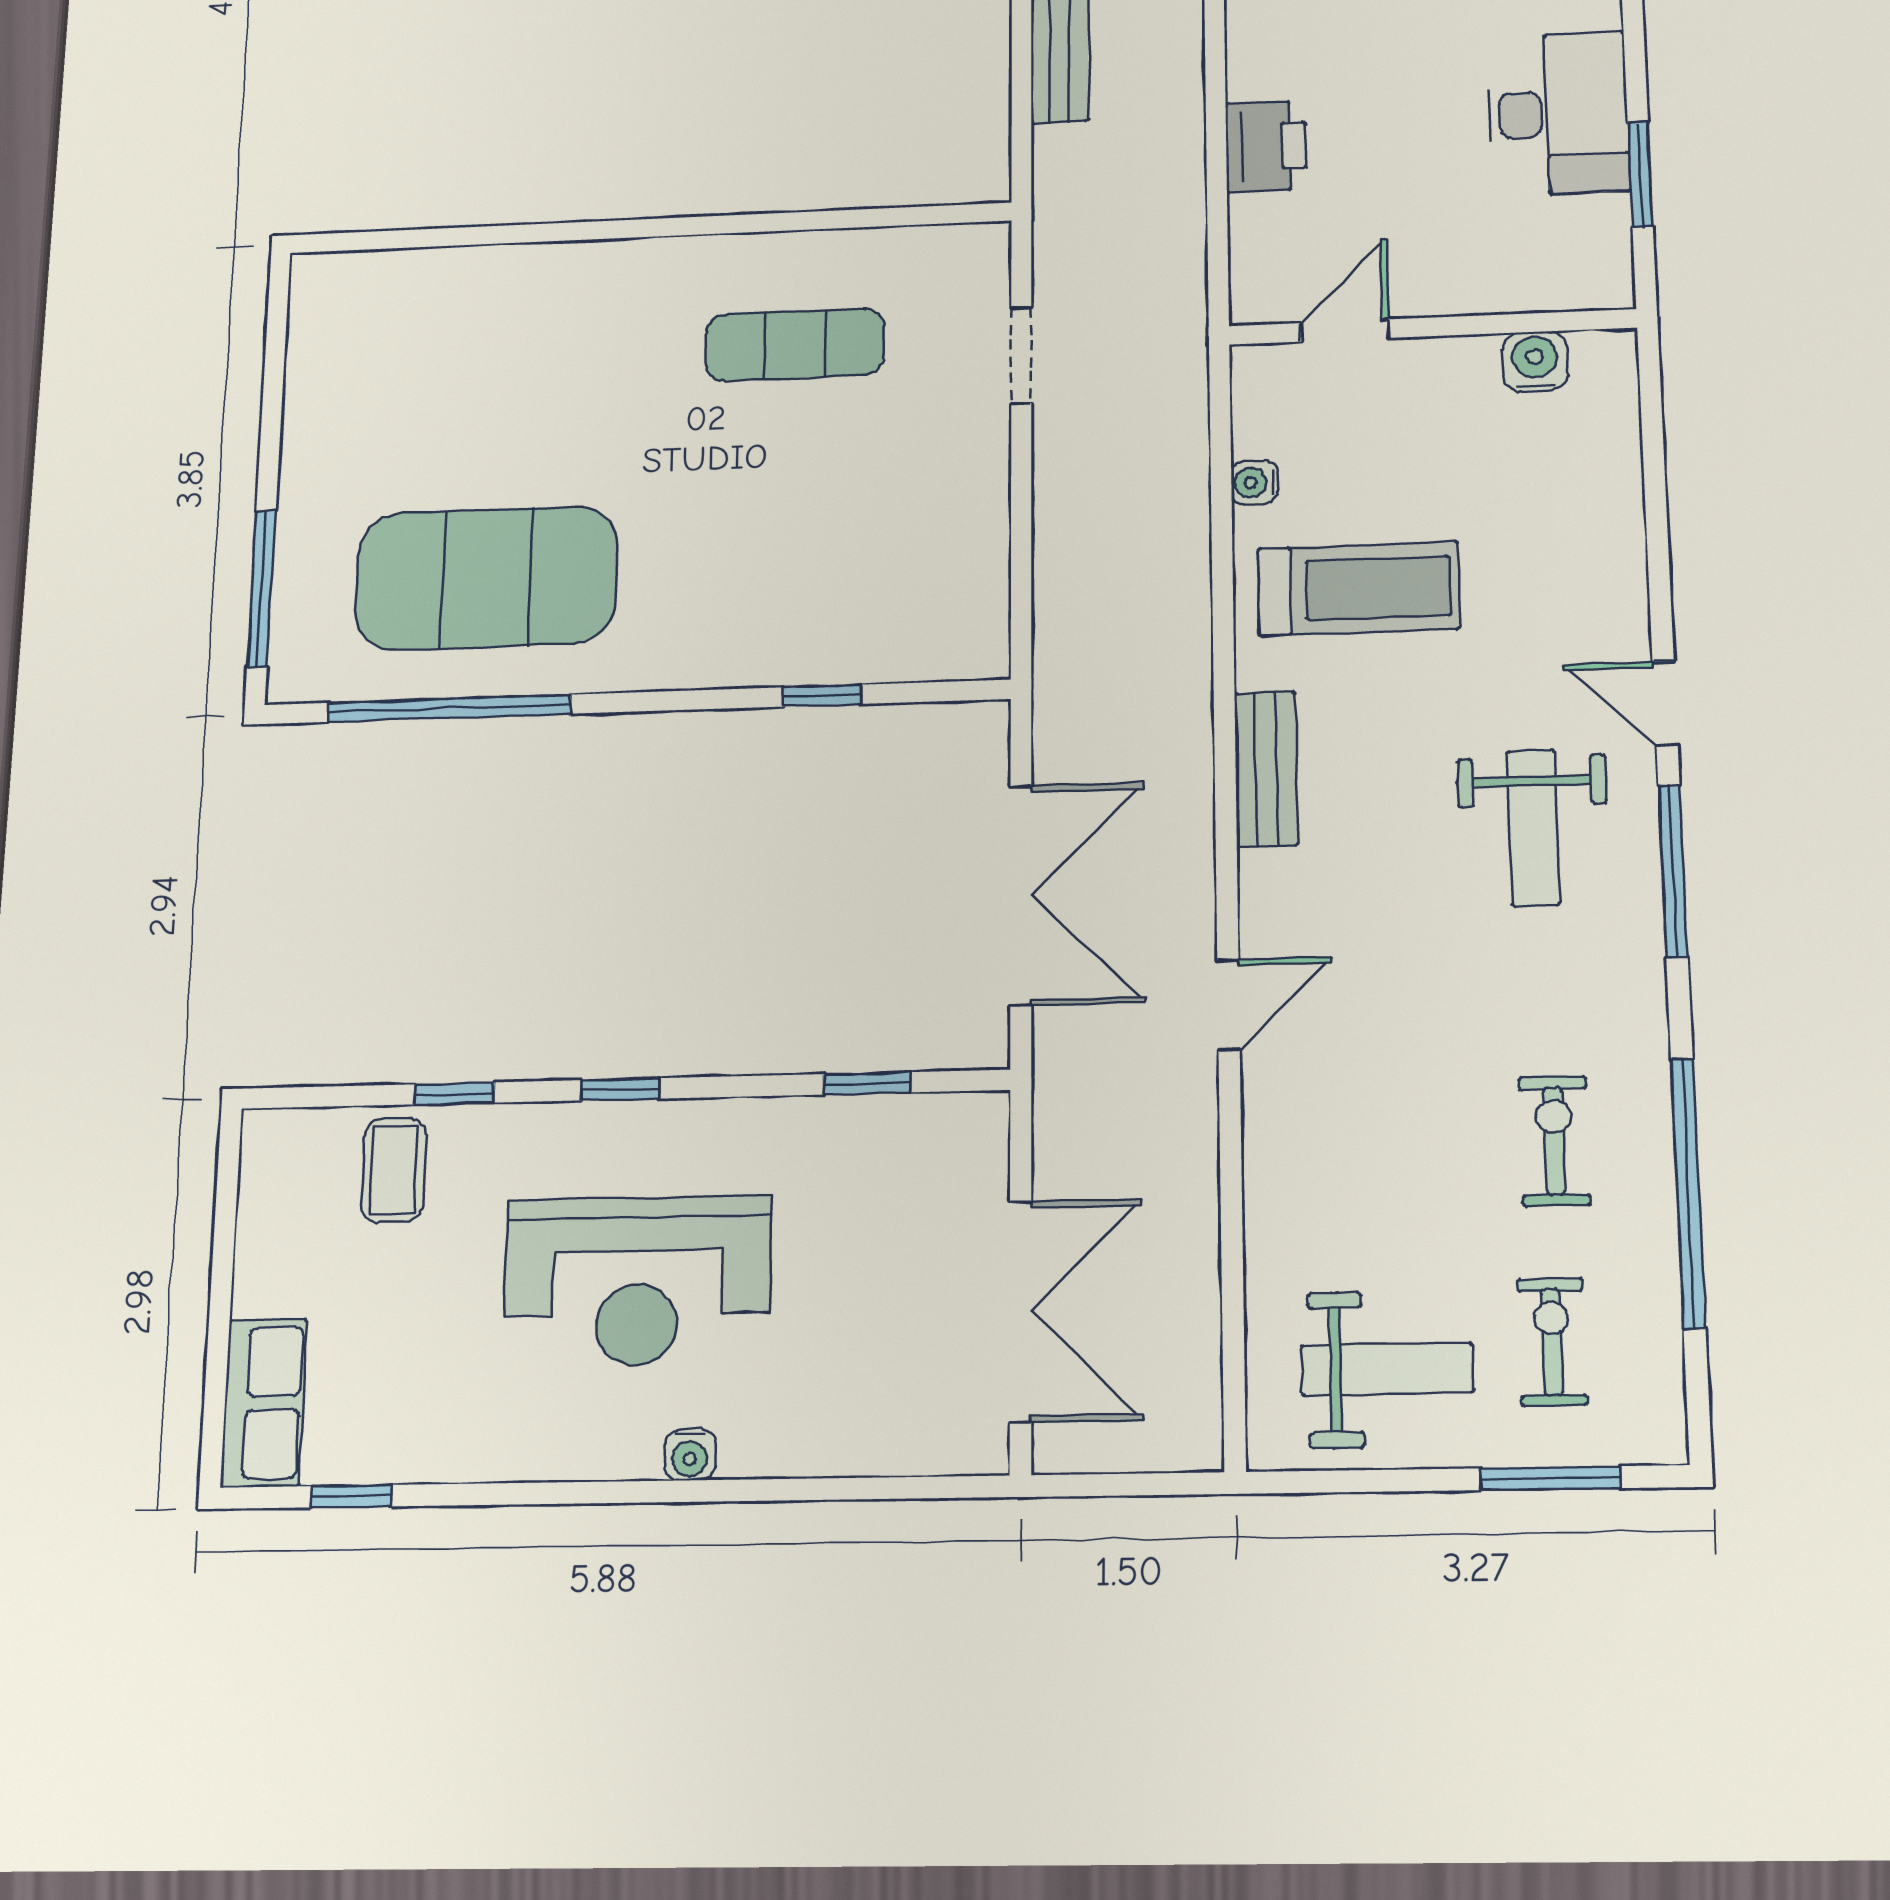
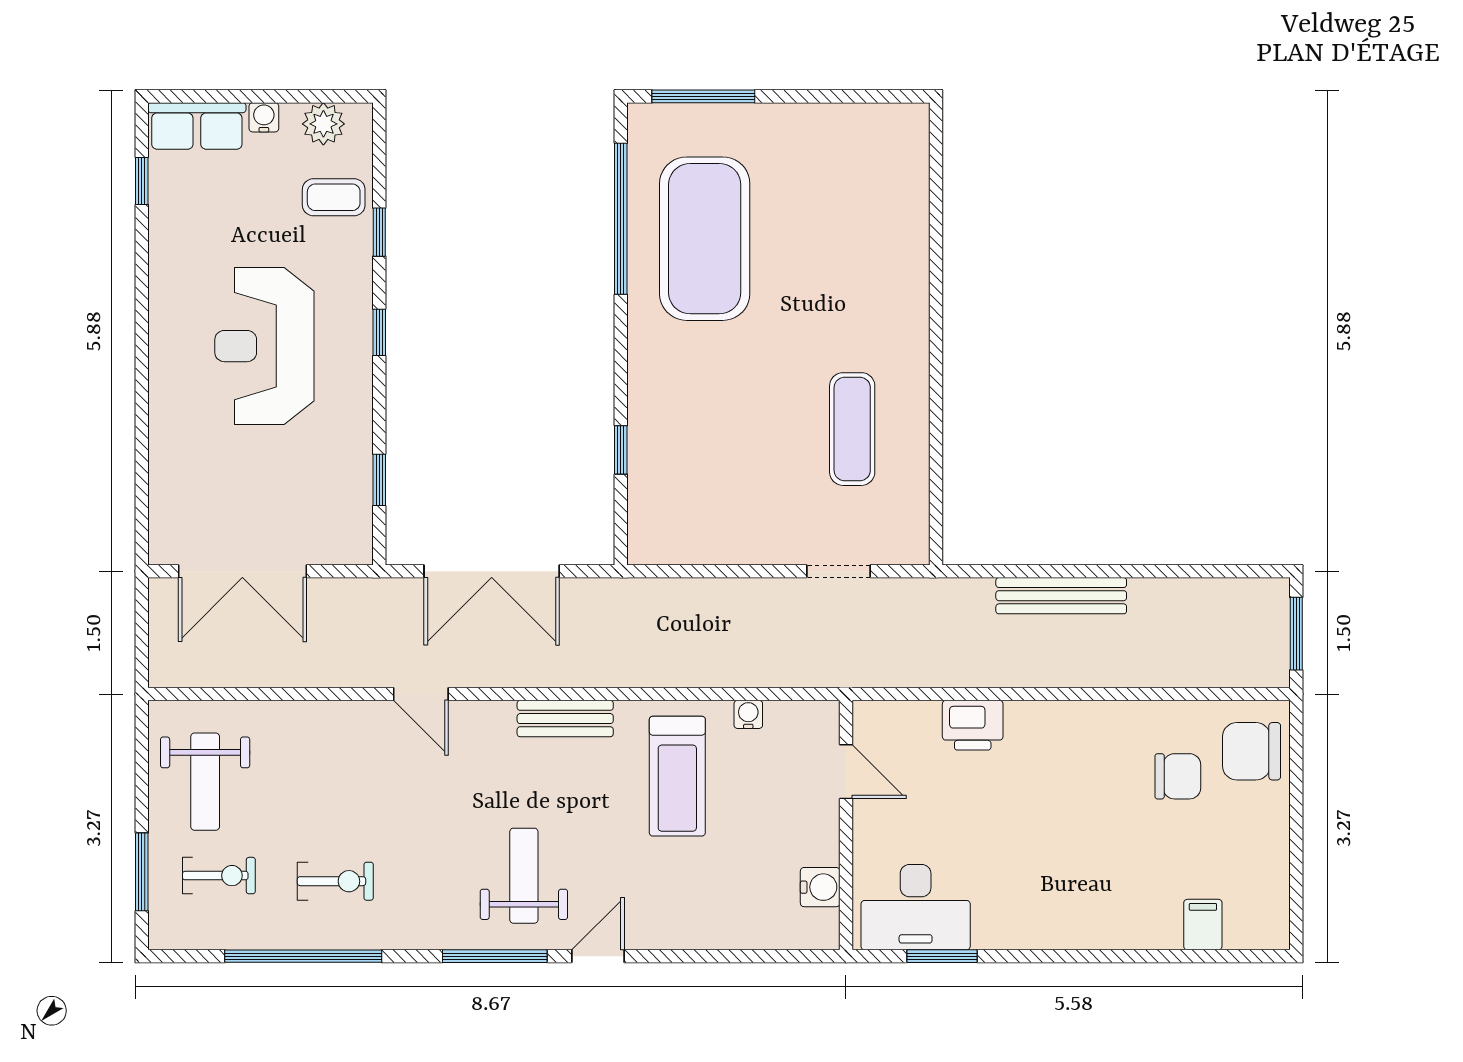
desk: (1558, 114) -> (916, 907), moved
weight bench: (1533, 827) -> (524, 876), turned 90
plant: (272, 1190) -> (323, 124), added
water cooler: (690, 1455) -> (264, 117), moved, turned 90

